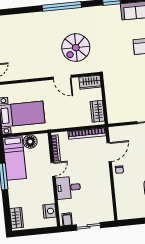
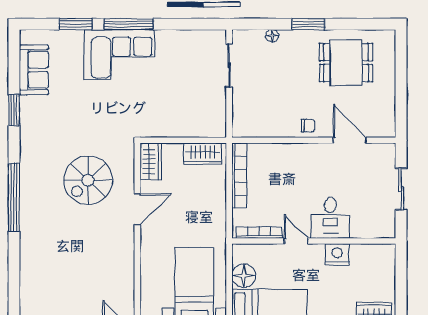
spiral stairs: (76, 48) -> (88, 180), turned 90
door: (109, 152) -> (350, 140), moved
nightstand: (49, 211) -> (337, 254), moved
filing cabinet: (67, 219) -> (385, 225), removed

